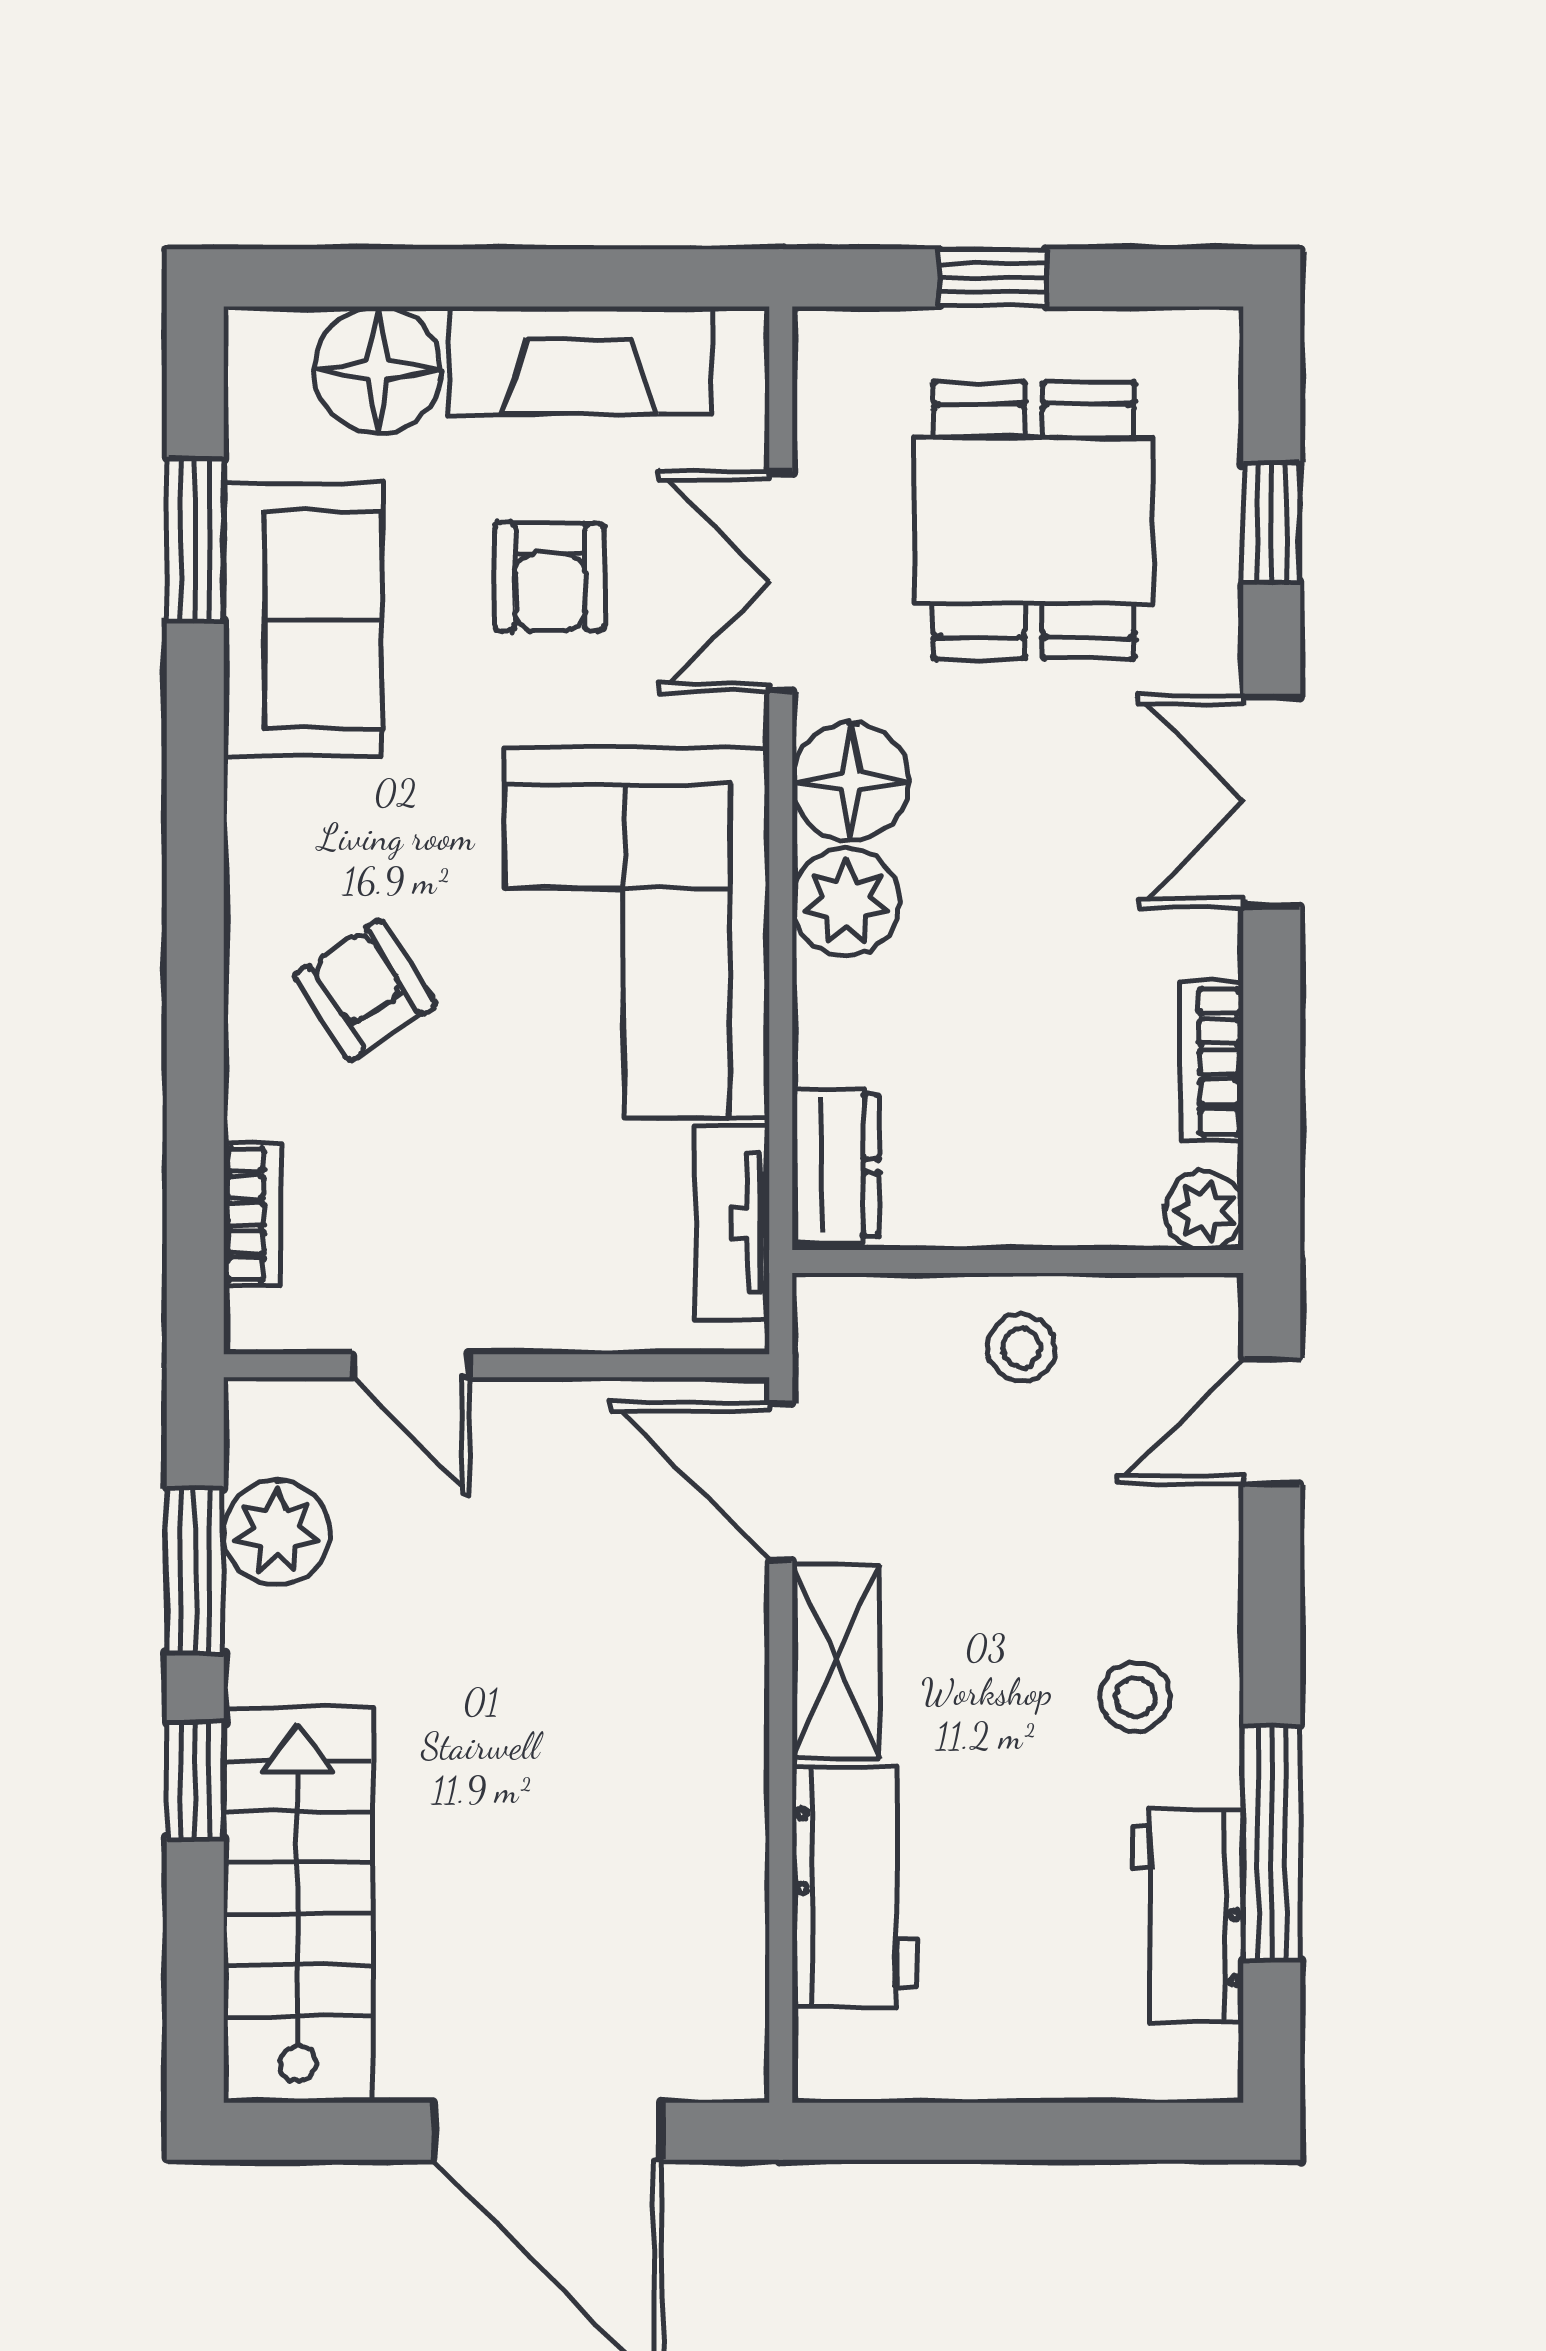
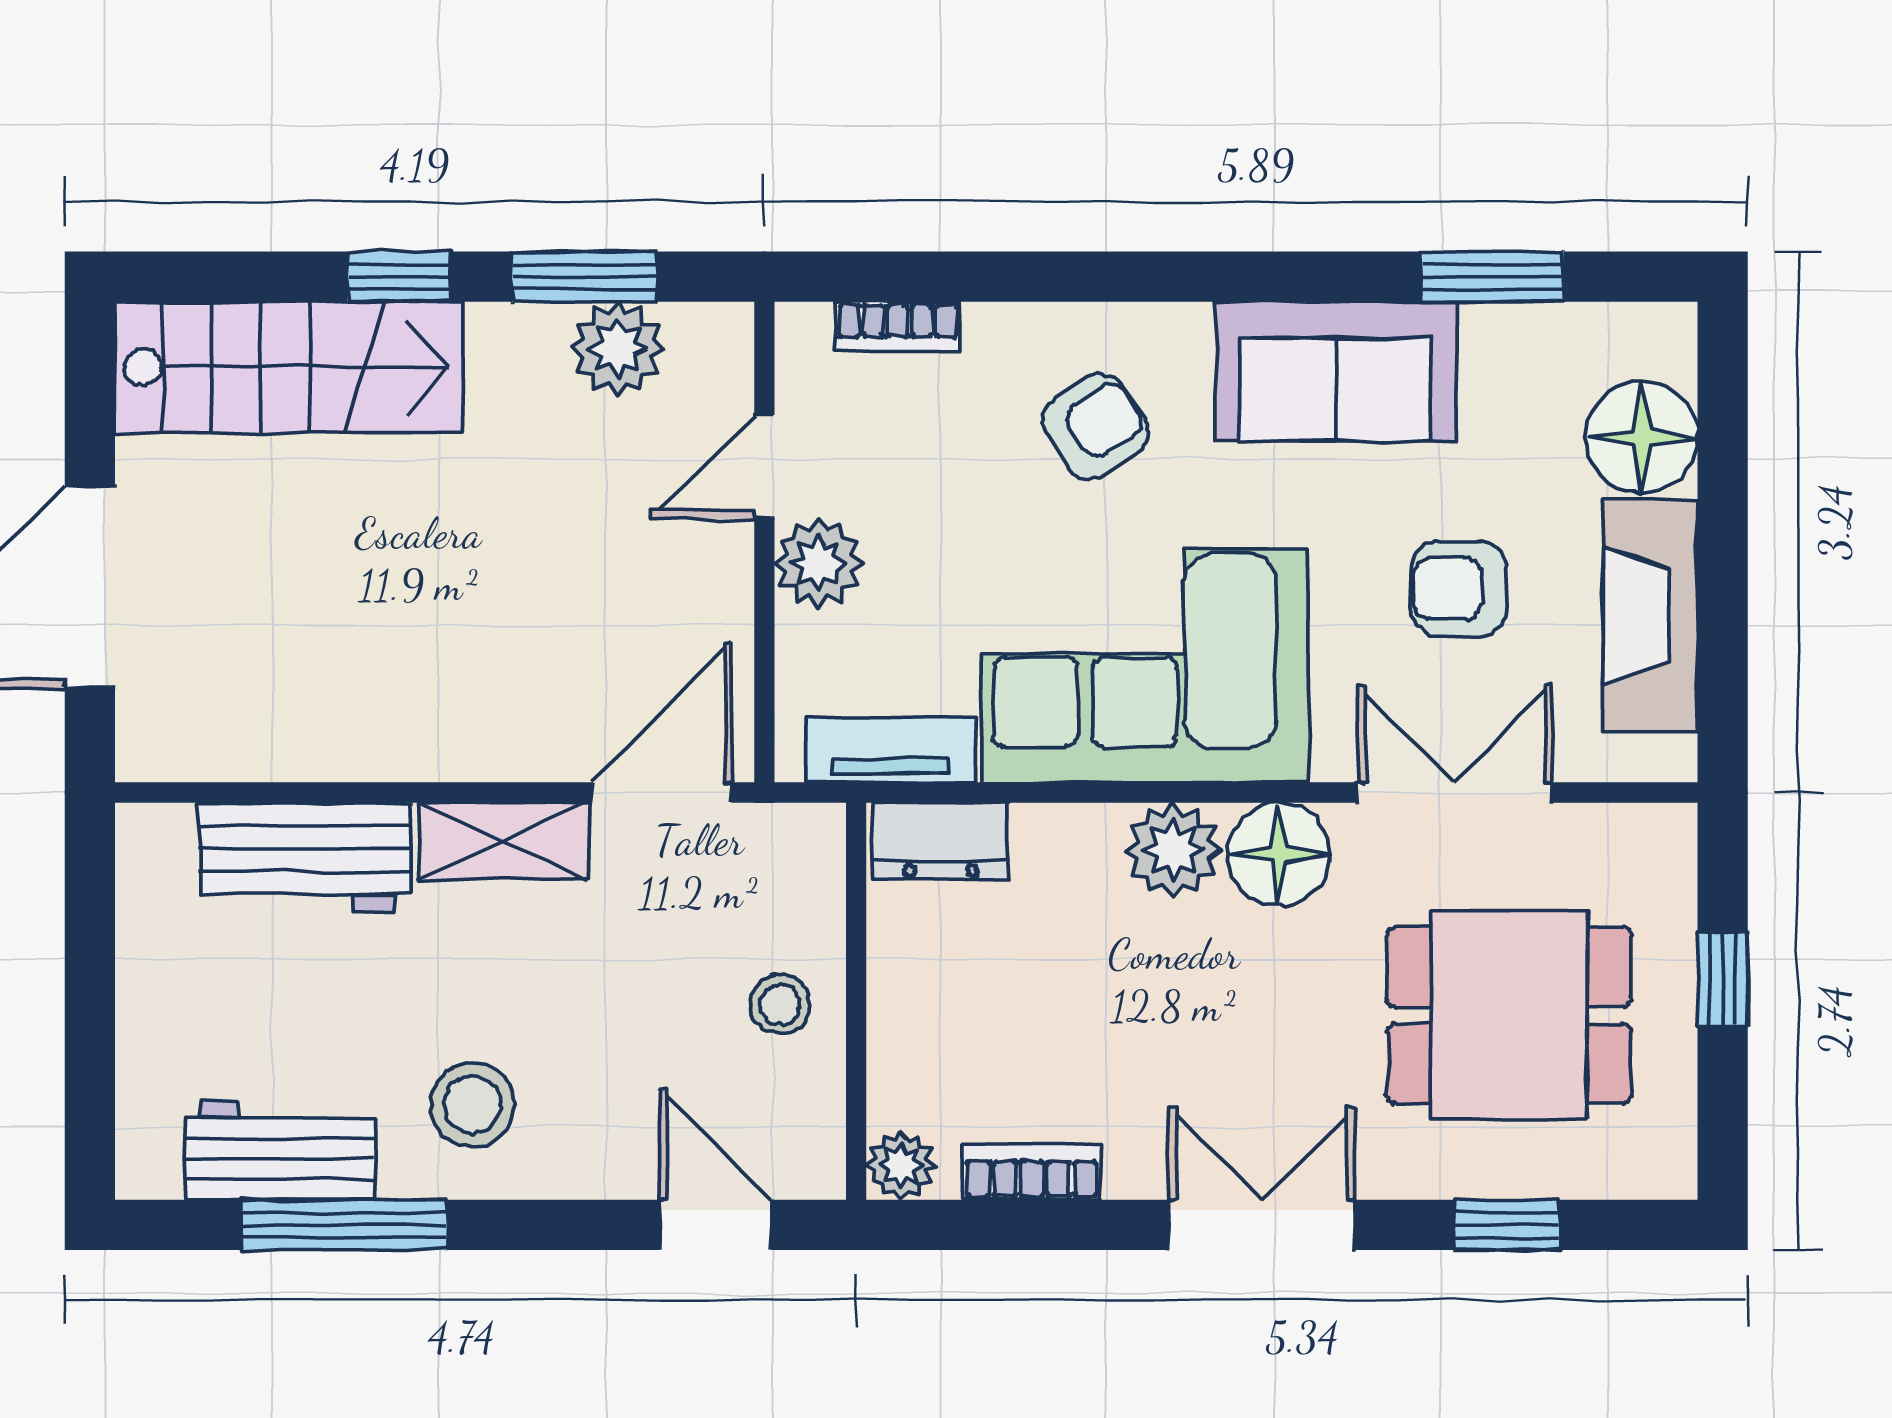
sofa: (303, 620) -> (1336, 371), moved
plant: (520, 1304) -> (819, 563), added
stool: (1135, 1697) -> (473, 1105), width x1.37, depth x1.37

